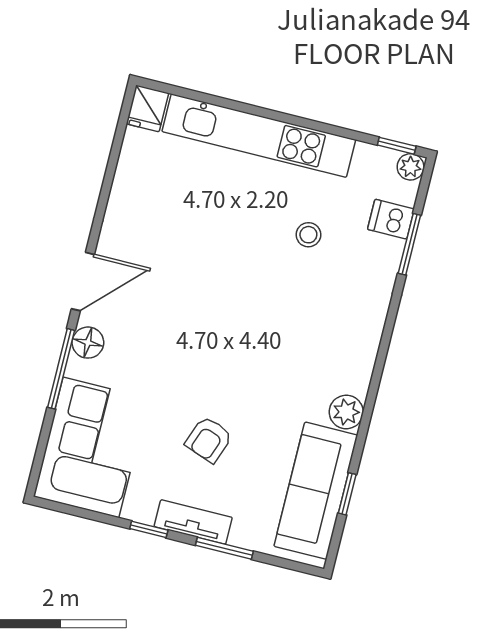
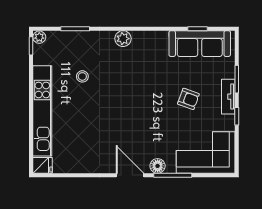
dishwasher: (391, 219) -> (66, 40), removed
plant: (346, 412) -> (123, 39), moved

